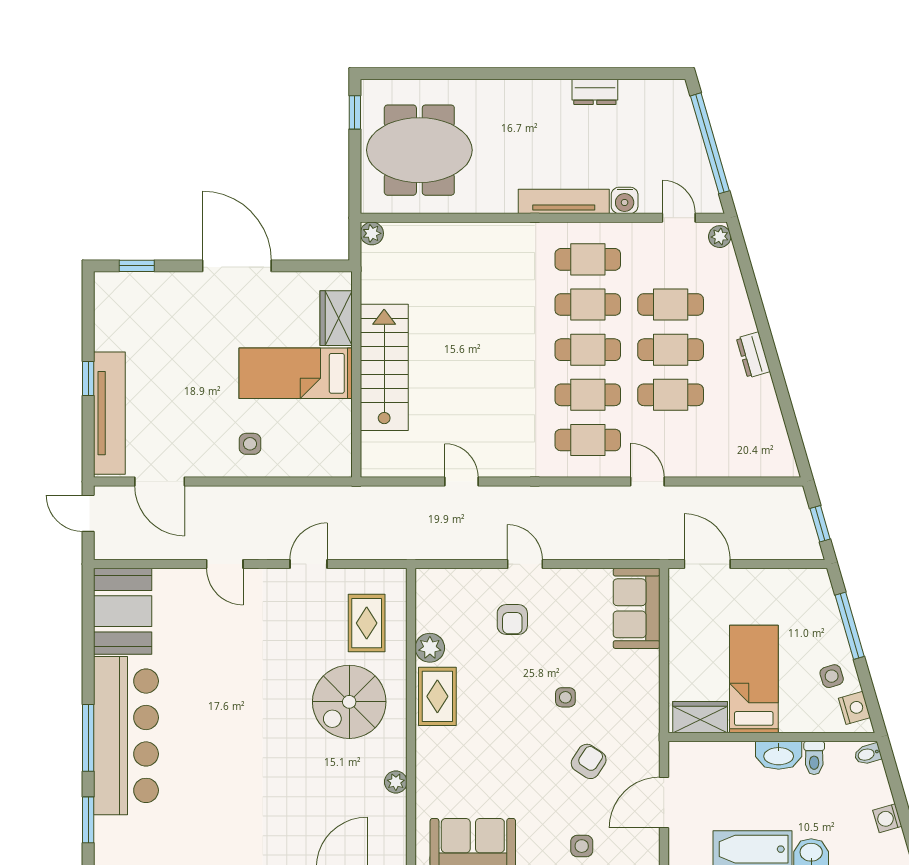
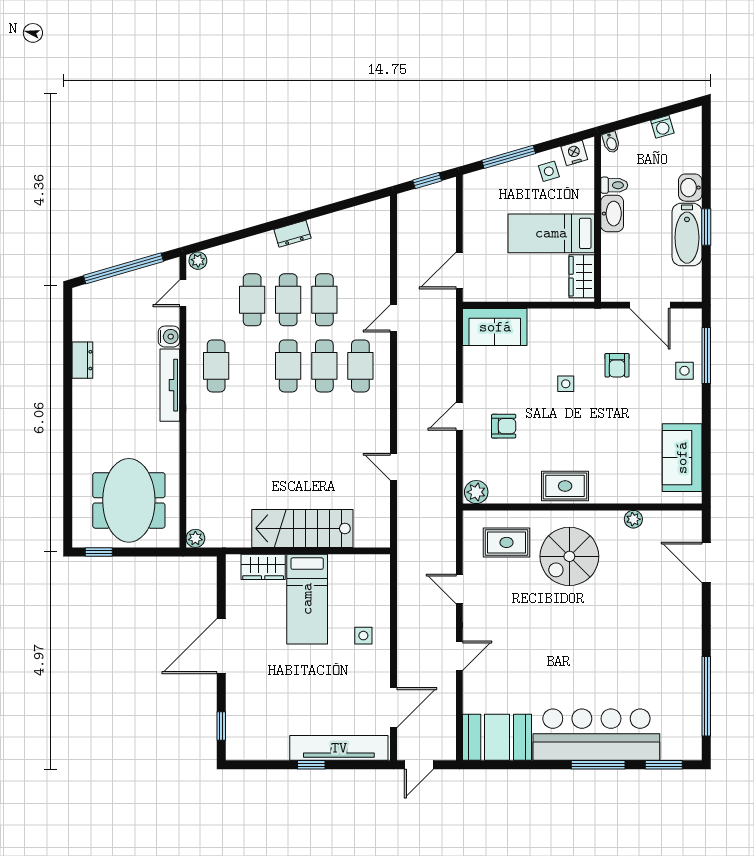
cafe table: (588, 305) -> (252, 366), removed
door: (461, 482) -> (394, 467), hinge flipped
plant: (430, 648) -> (476, 492), moved
spiral stairs: (349, 702) -> (569, 556), turned 90
armchair: (589, 761) -> (617, 365), turned -123

